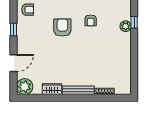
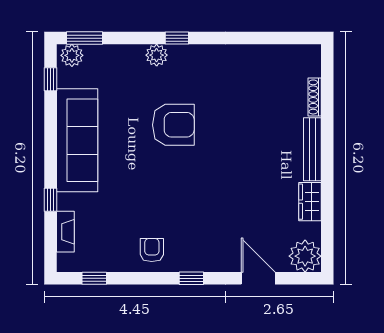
armchair: (91, 20) -> (173, 125), width x1.88, depth x1.88
plant: (126, 26) -> (157, 55), moved
armchair: (62, 27) -> (187, 181), removed

